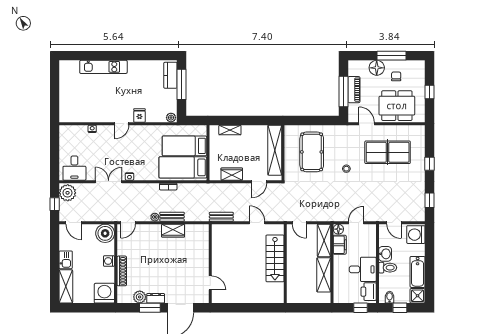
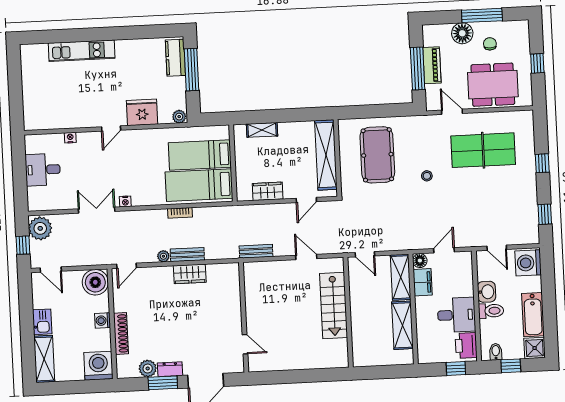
fridge: (139, 115) -> (142, 112), width x1.88, depth x1.34
desk: (74, 168) -> (43, 170), moved, turned 90

